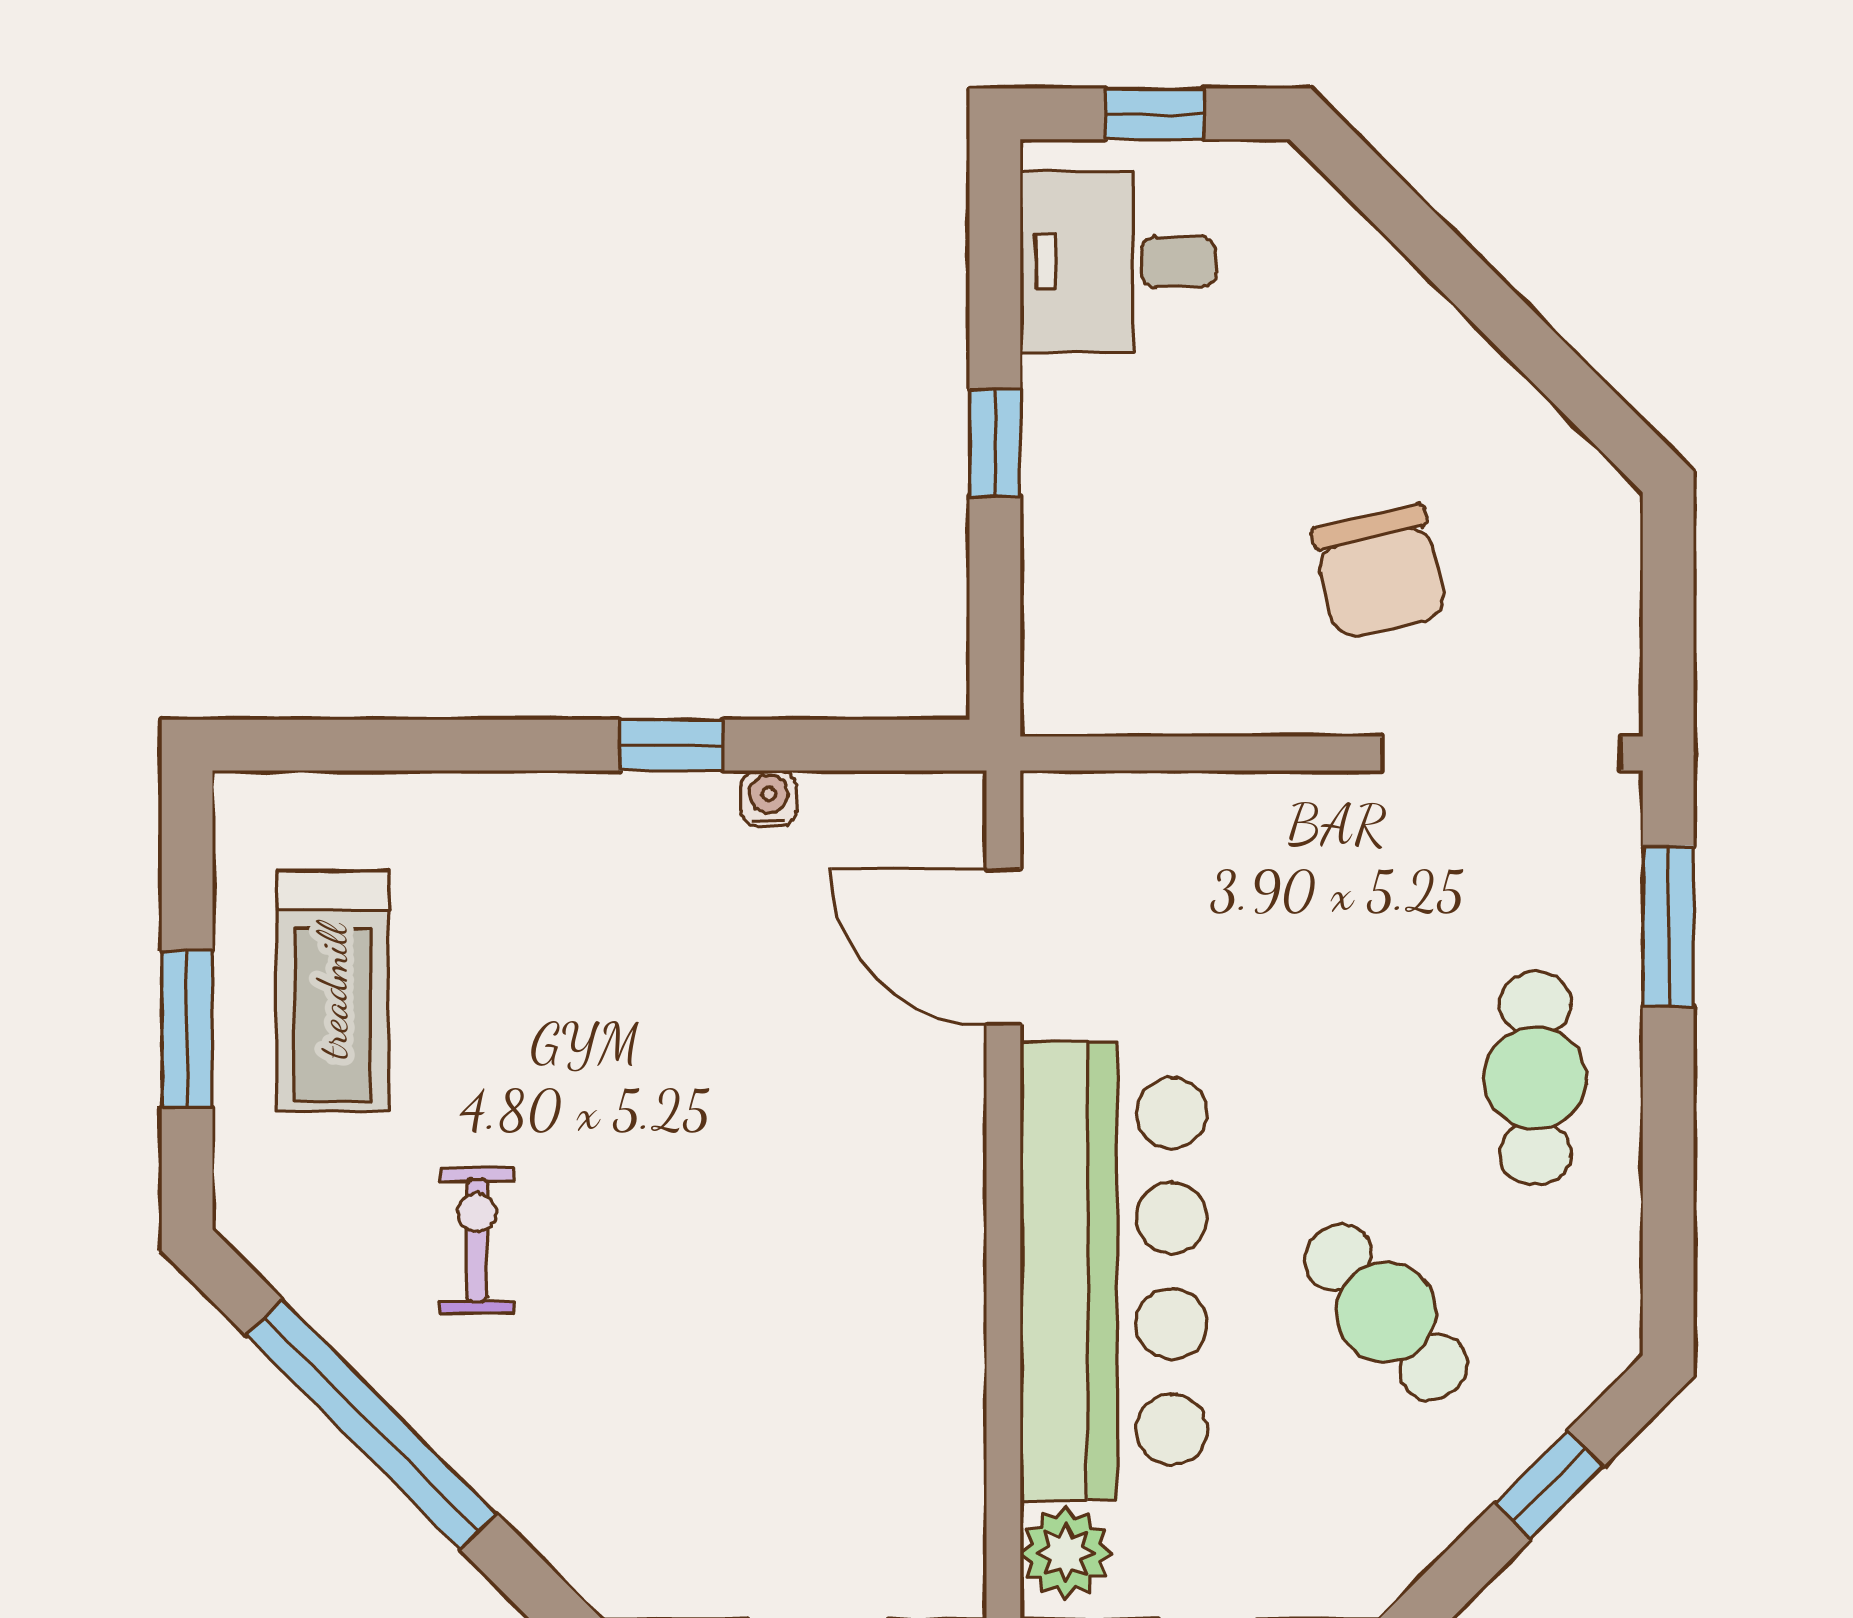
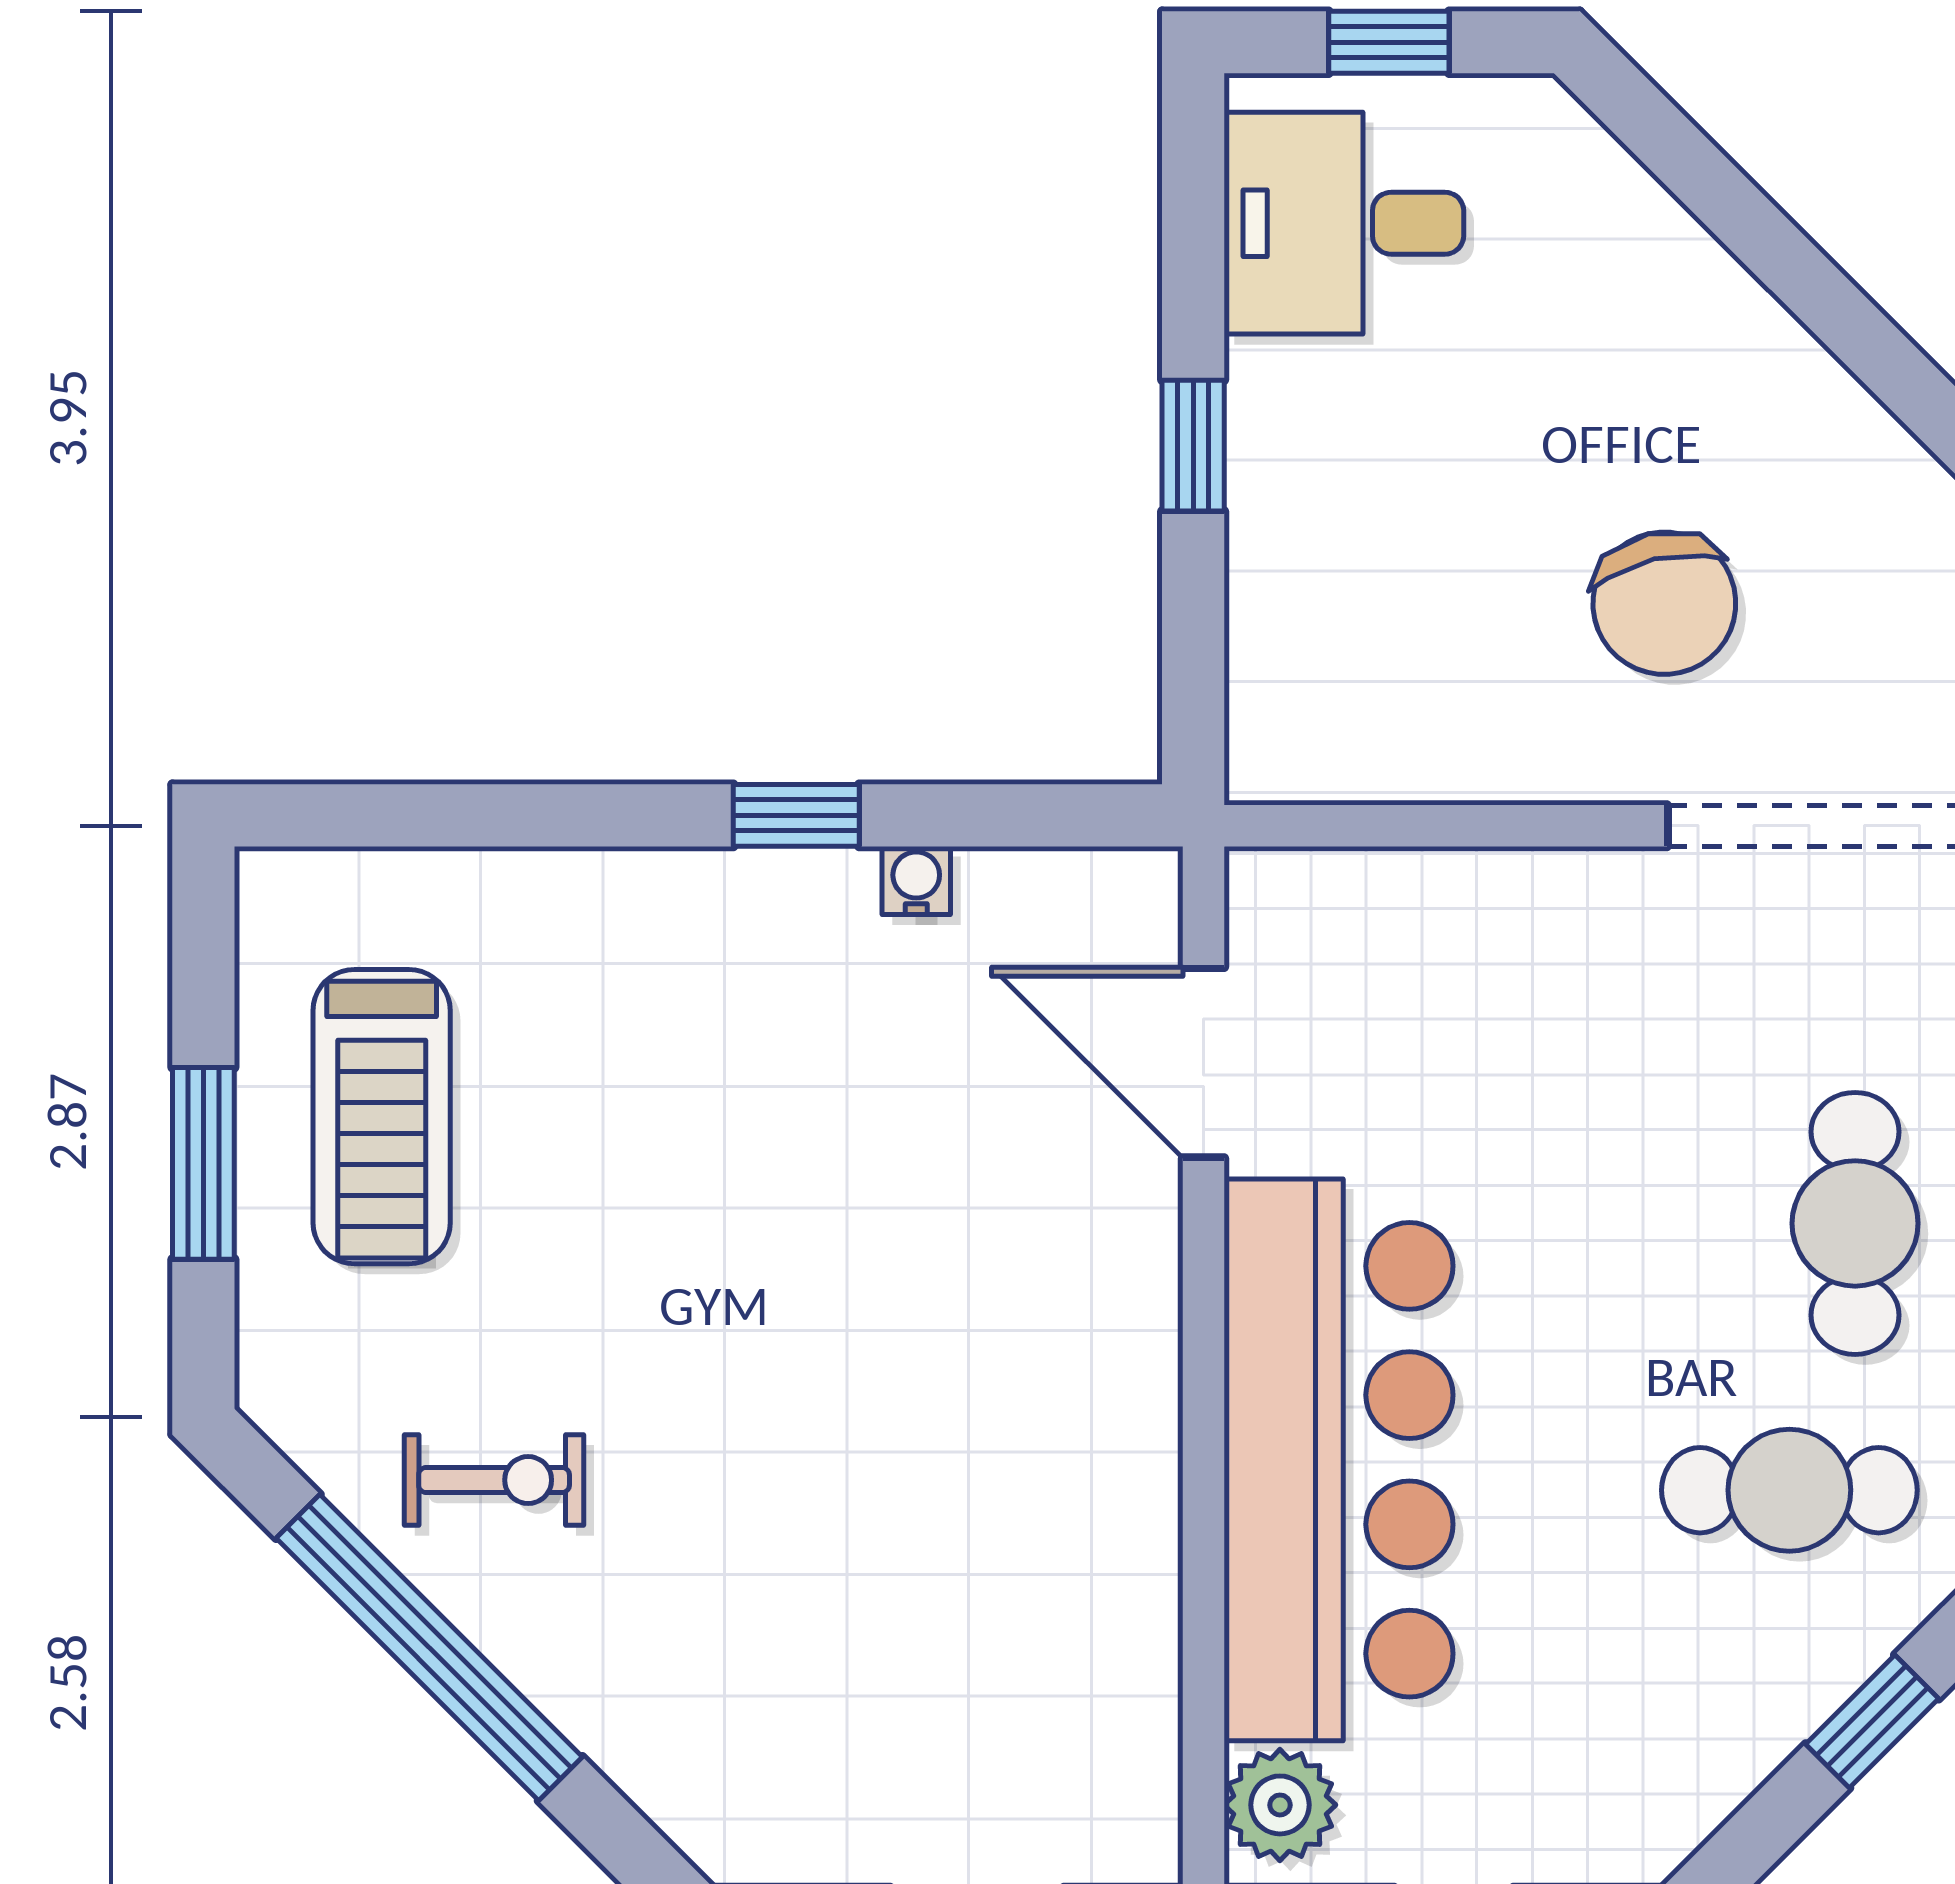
exercise bike: (477, 1240) -> (494, 1480), moved, turned 90
cafe table: (1386, 1312) -> (1789, 1490), moved, turned -49

